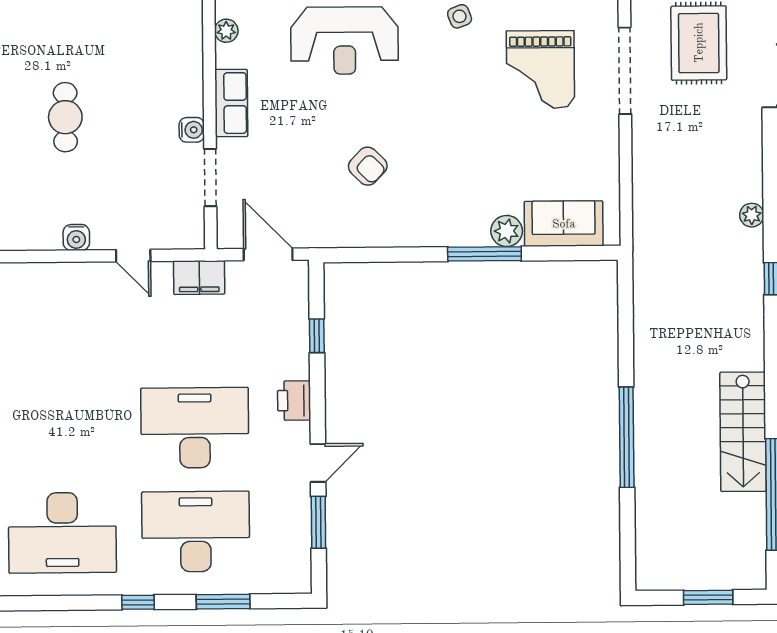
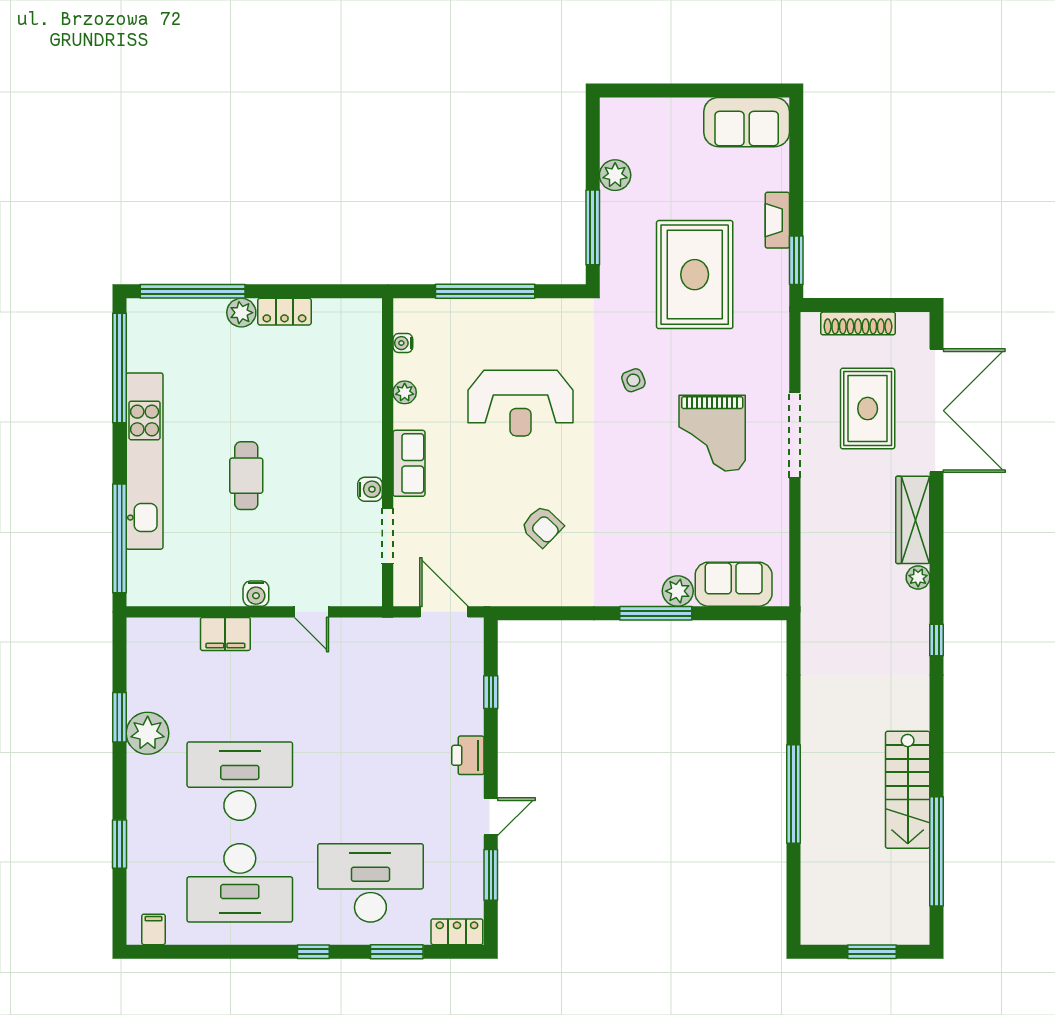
wardrobe: (746, 156) -> (913, 520), added
filing cabinet: (199, 278) -> (225, 634), moved
desk: (195, 428) -> (240, 781), moved
locker: (284, 581) -> (457, 932), added

